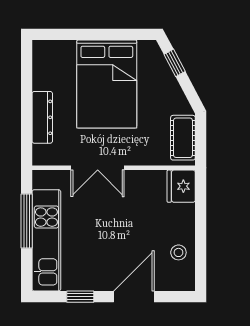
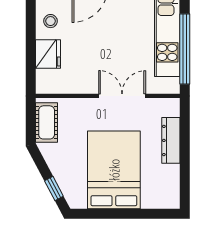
fridge: (181, 186) -> (48, 54), moved
window: (27, 221) -> (185, 49), width x1.46

